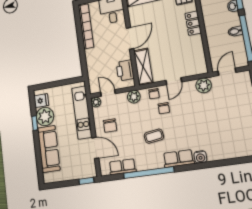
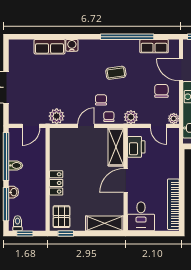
row of seats: (178, 159) -> (50, 47), moved

